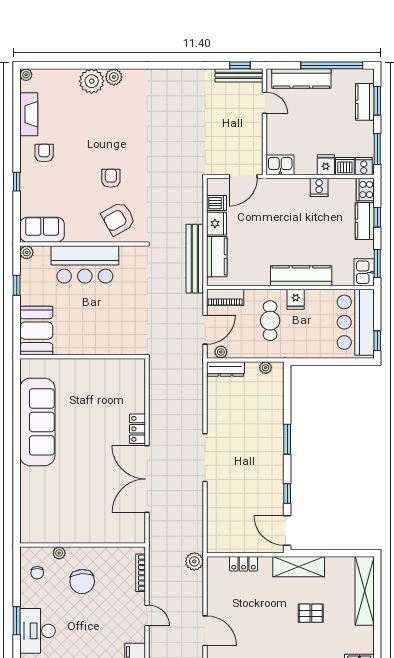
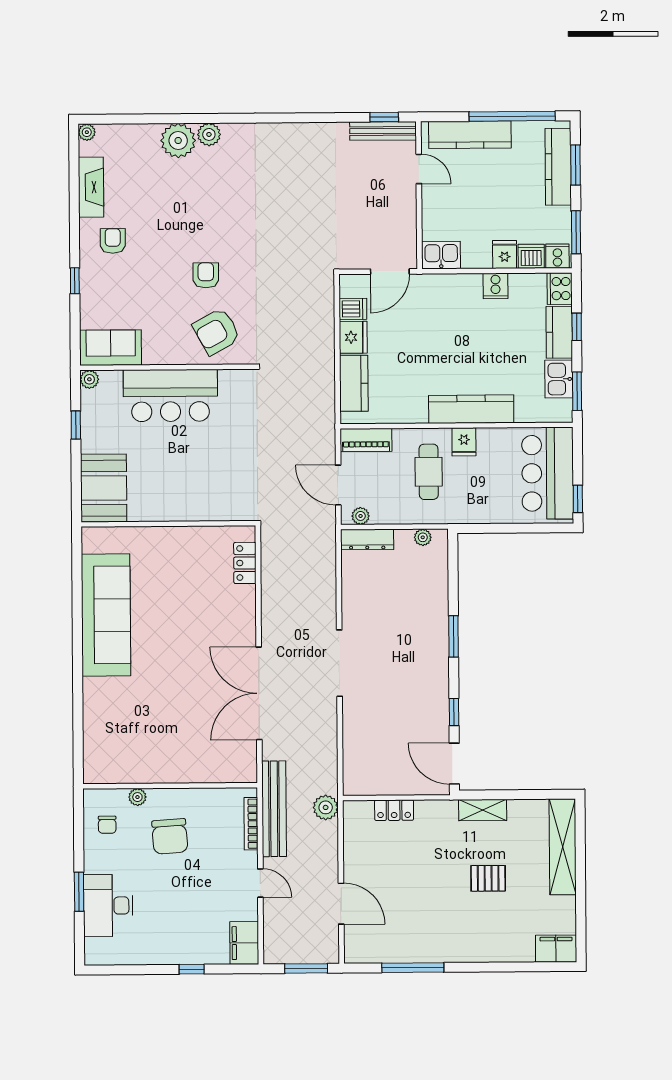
kitchen counter: (365, 102) -> (558, 167), width x1.50
bench: (195, 259) -> (274, 809), moved
kitchen sink: (364, 272) -> (559, 379), moved
door: (205, 330) -> (338, 485), swing flipped
locker: (138, 429) -> (245, 563), moved
shelving: (299, 567) -> (483, 810), width x0.67, depth x0.75

